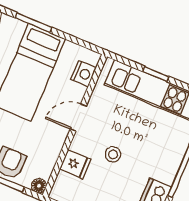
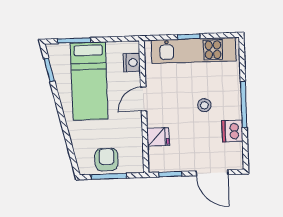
stool: (113, 154) -> (204, 105), moved
floor lamp: (39, 186) -> (137, 167), removed

